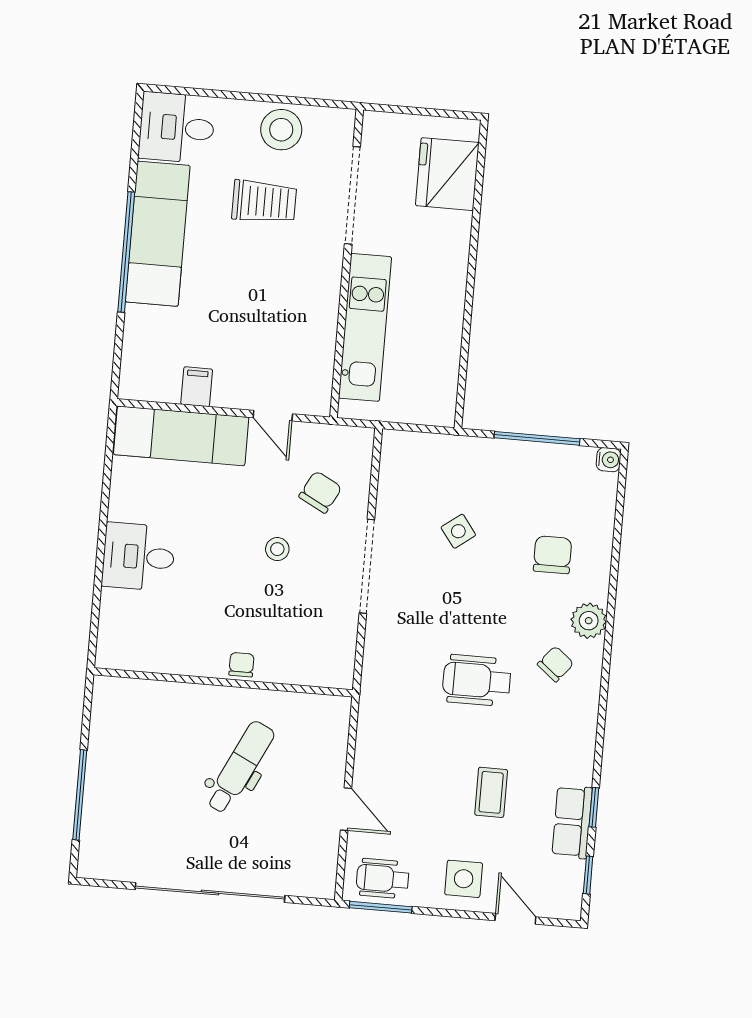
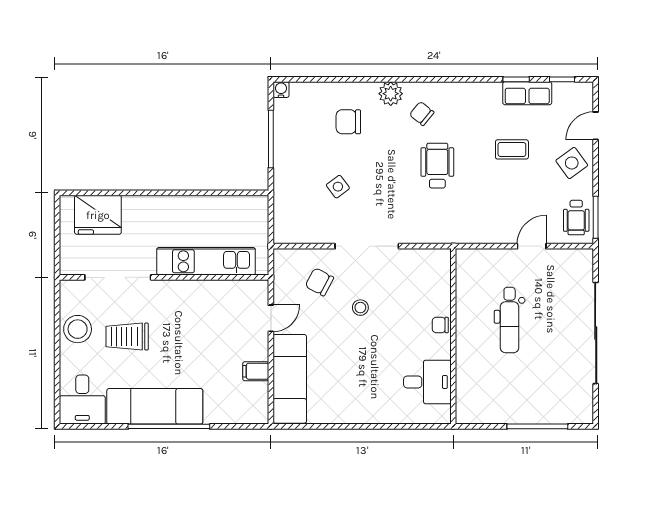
trolley: (264, 202) -> (127, 337), turned -90
desk: (139, 557) -> (427, 382), moved, turned -90
wheelchair: (477, 680) -> (437, 166), turned 180
dental chair: (240, 767) -> (510, 320), turned -116
side table: (464, 879) -> (572, 163), turned -36

